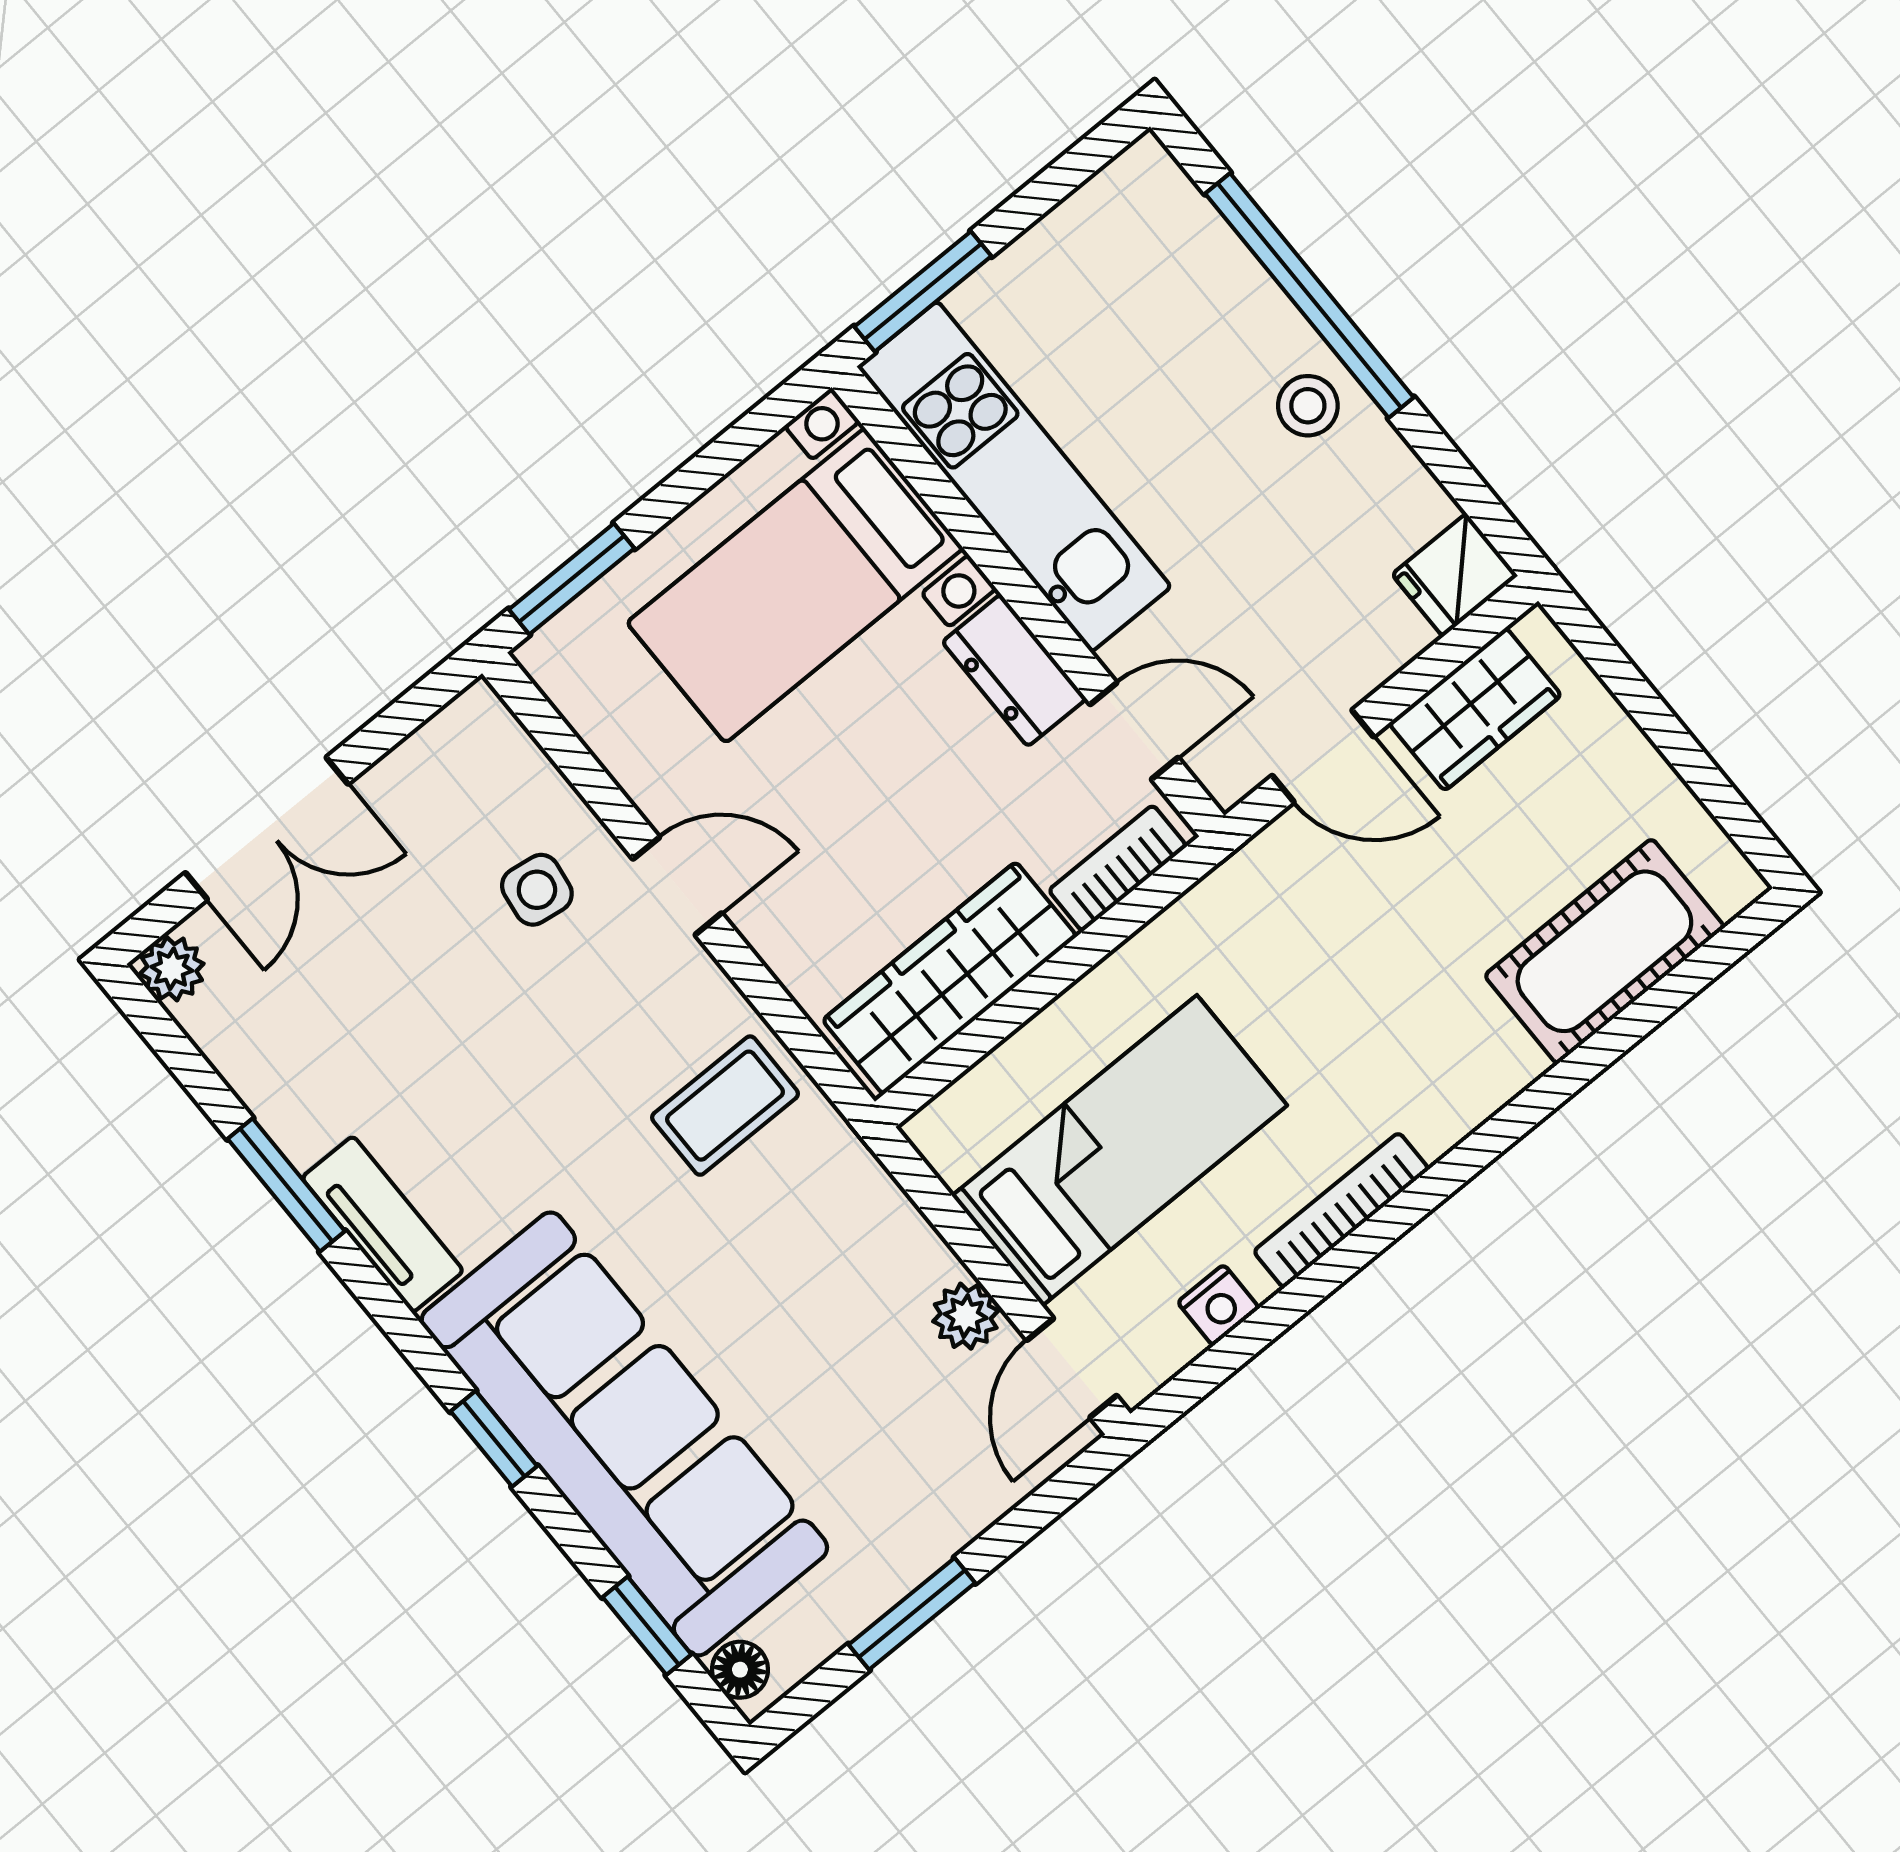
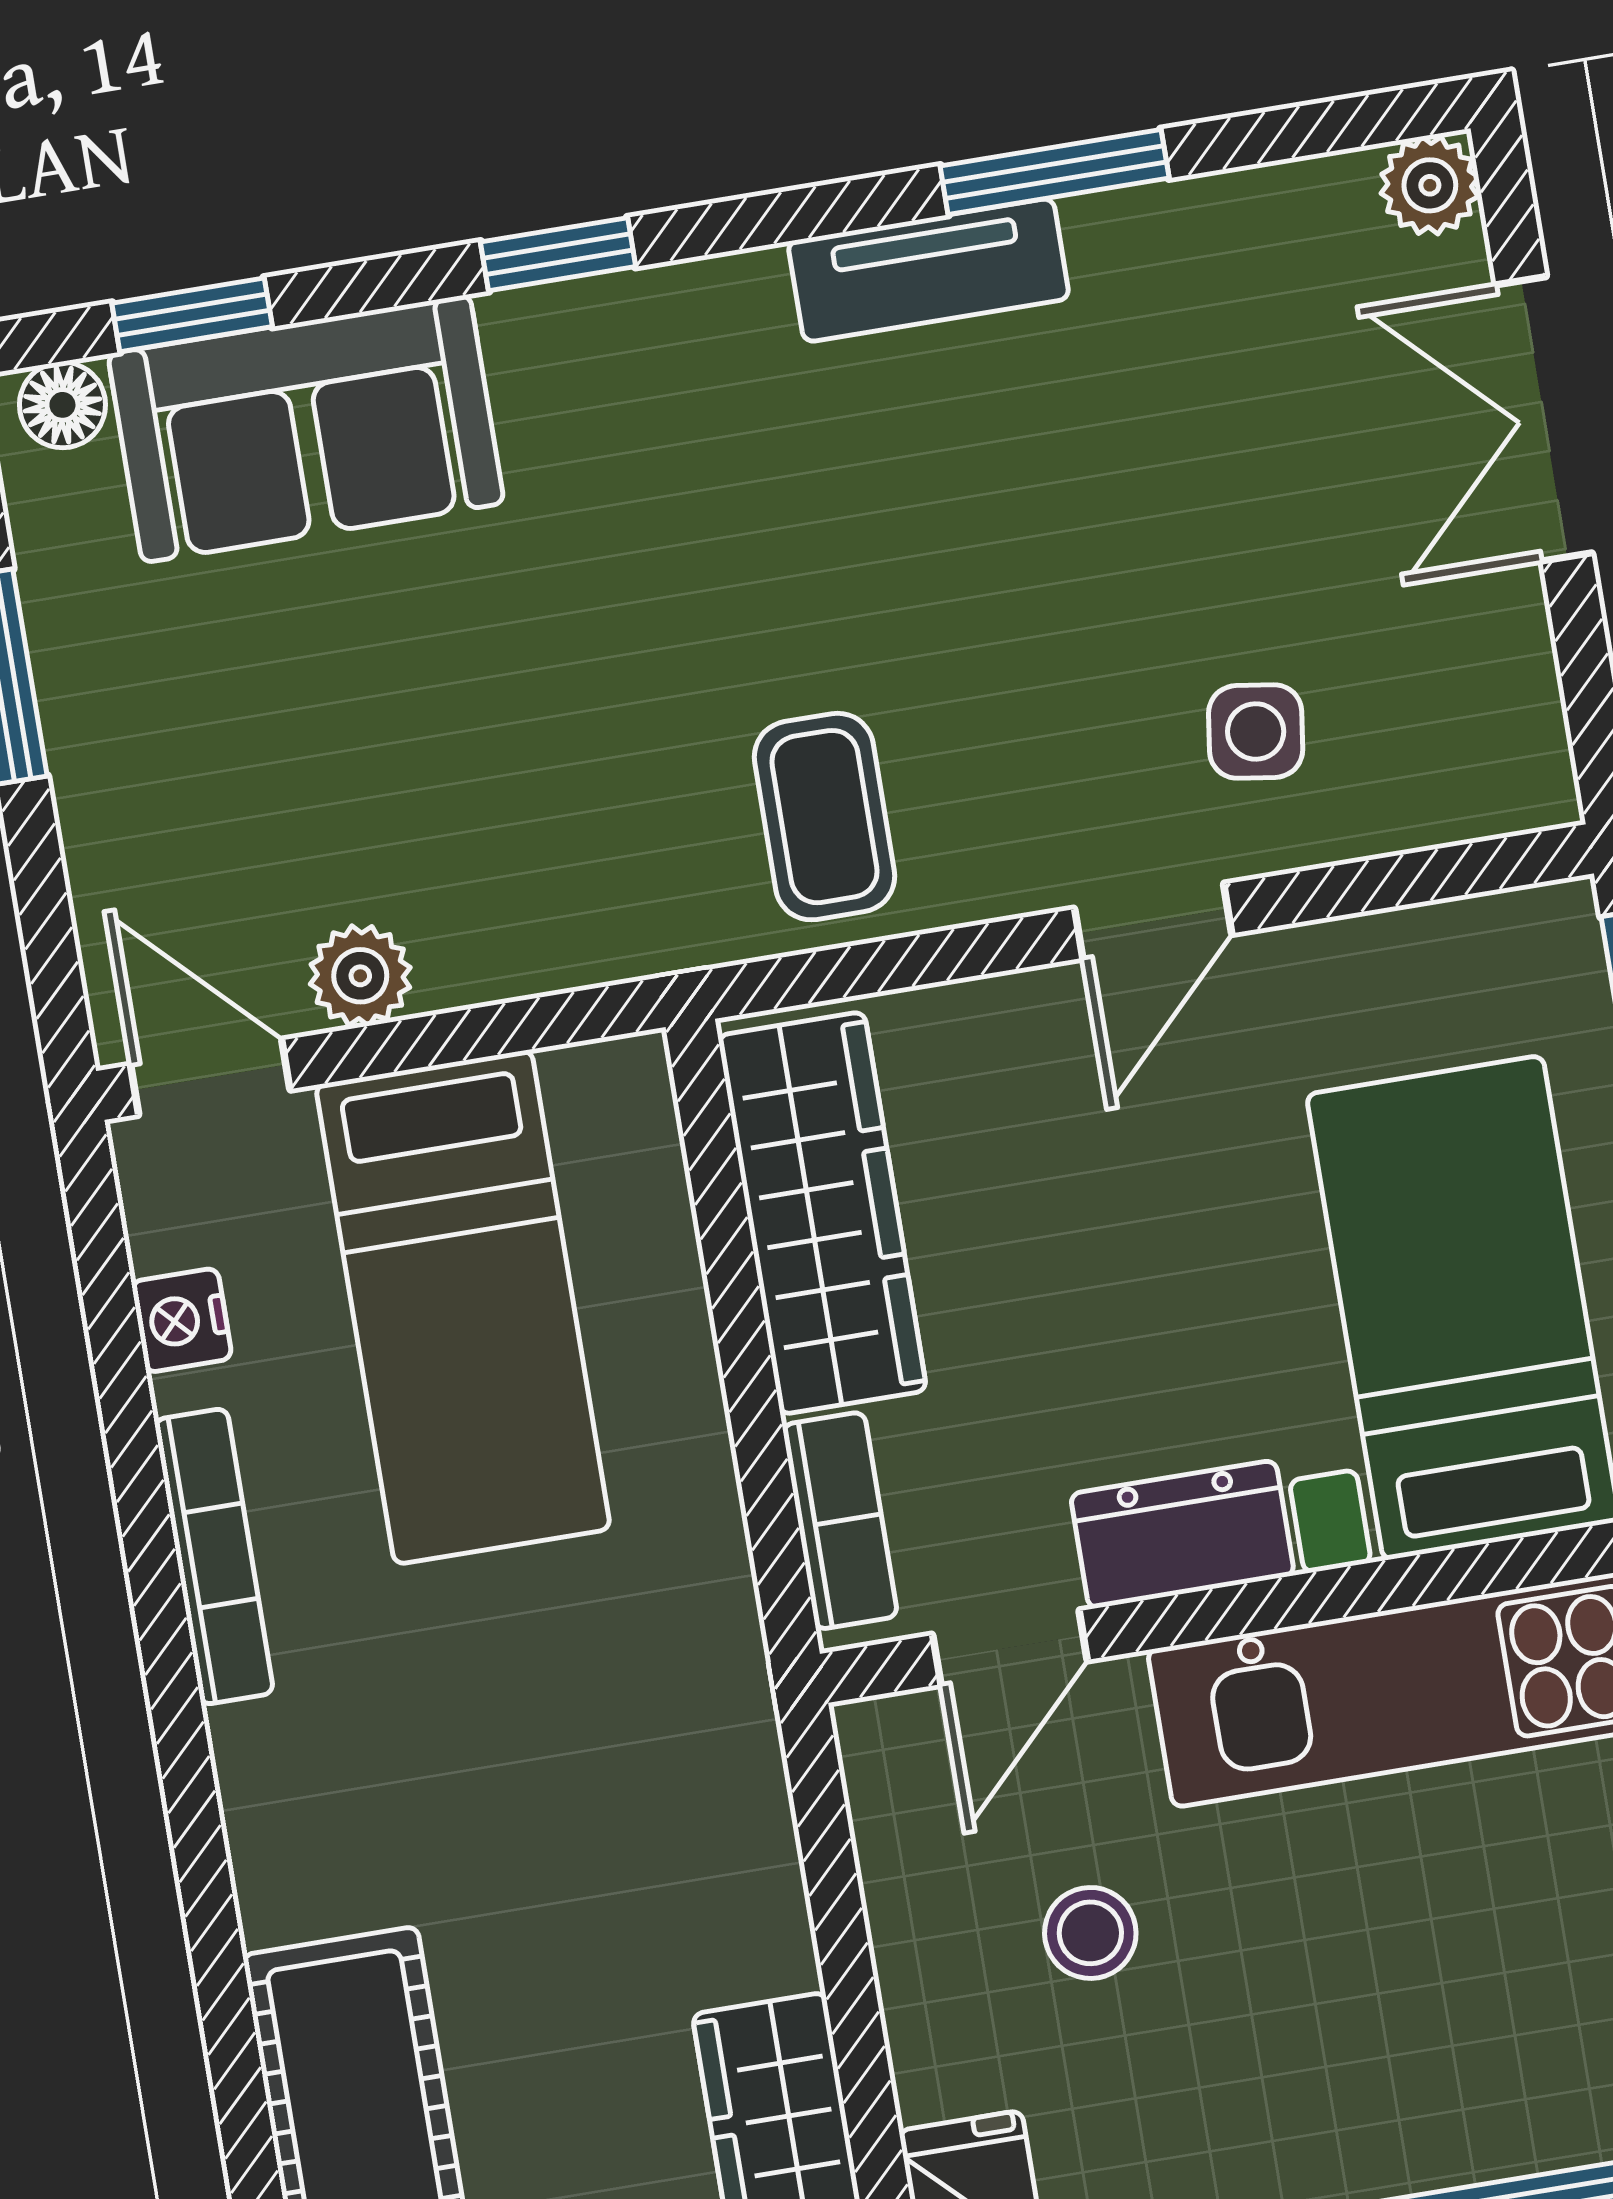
stool: (1308, 406) -> (1090, 1933), moved
door: (1323, 756) -> (832, 1880), removed
sofa: (624, 1434) -> (306, 429), width x0.54, depth x0.79

